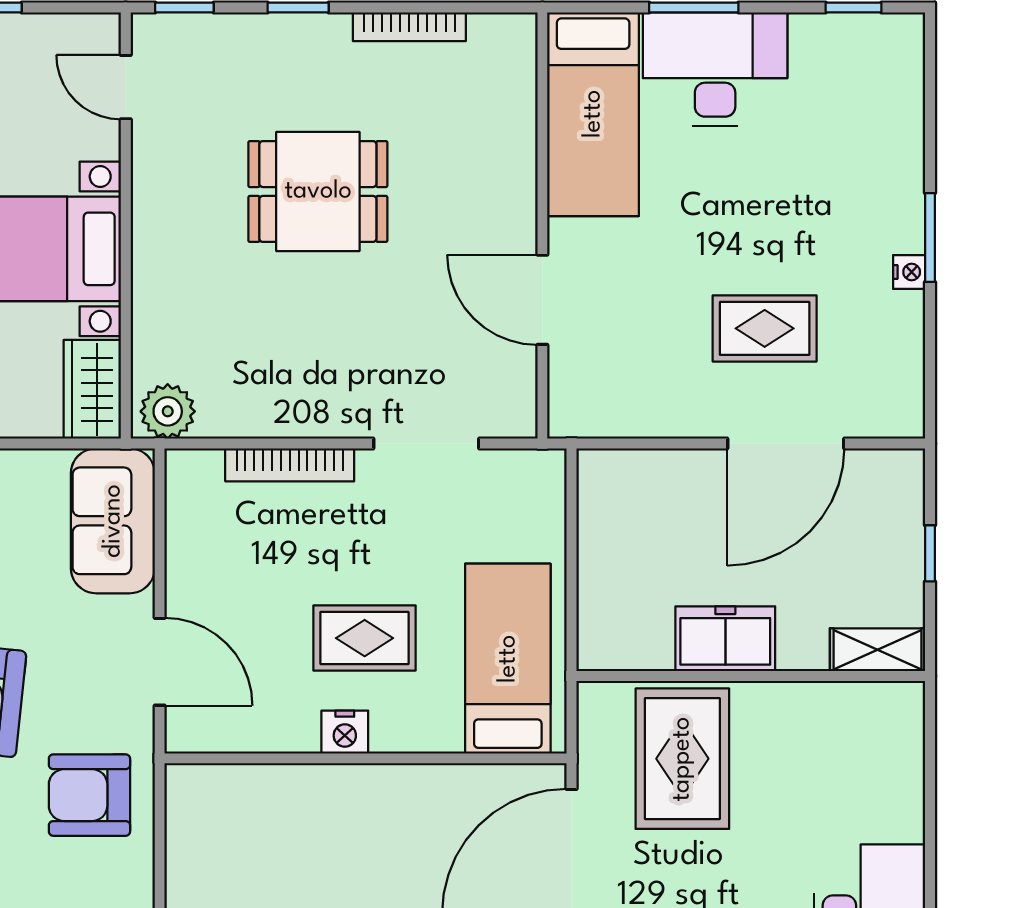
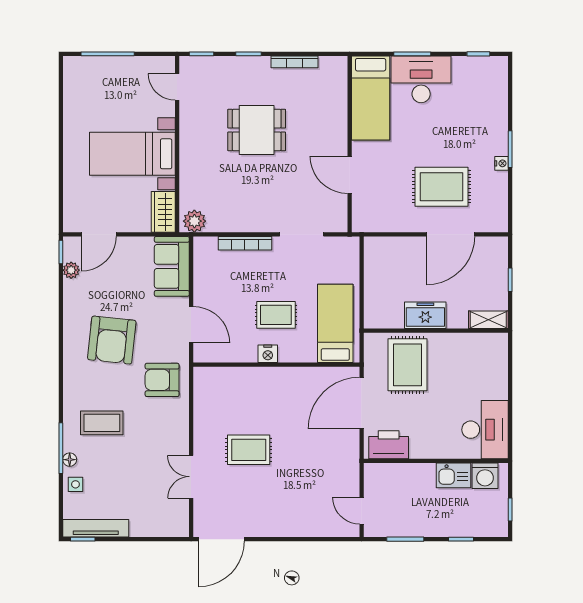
rug: (765, 328) -> (442, 187), width x1.36, depth x1.43

